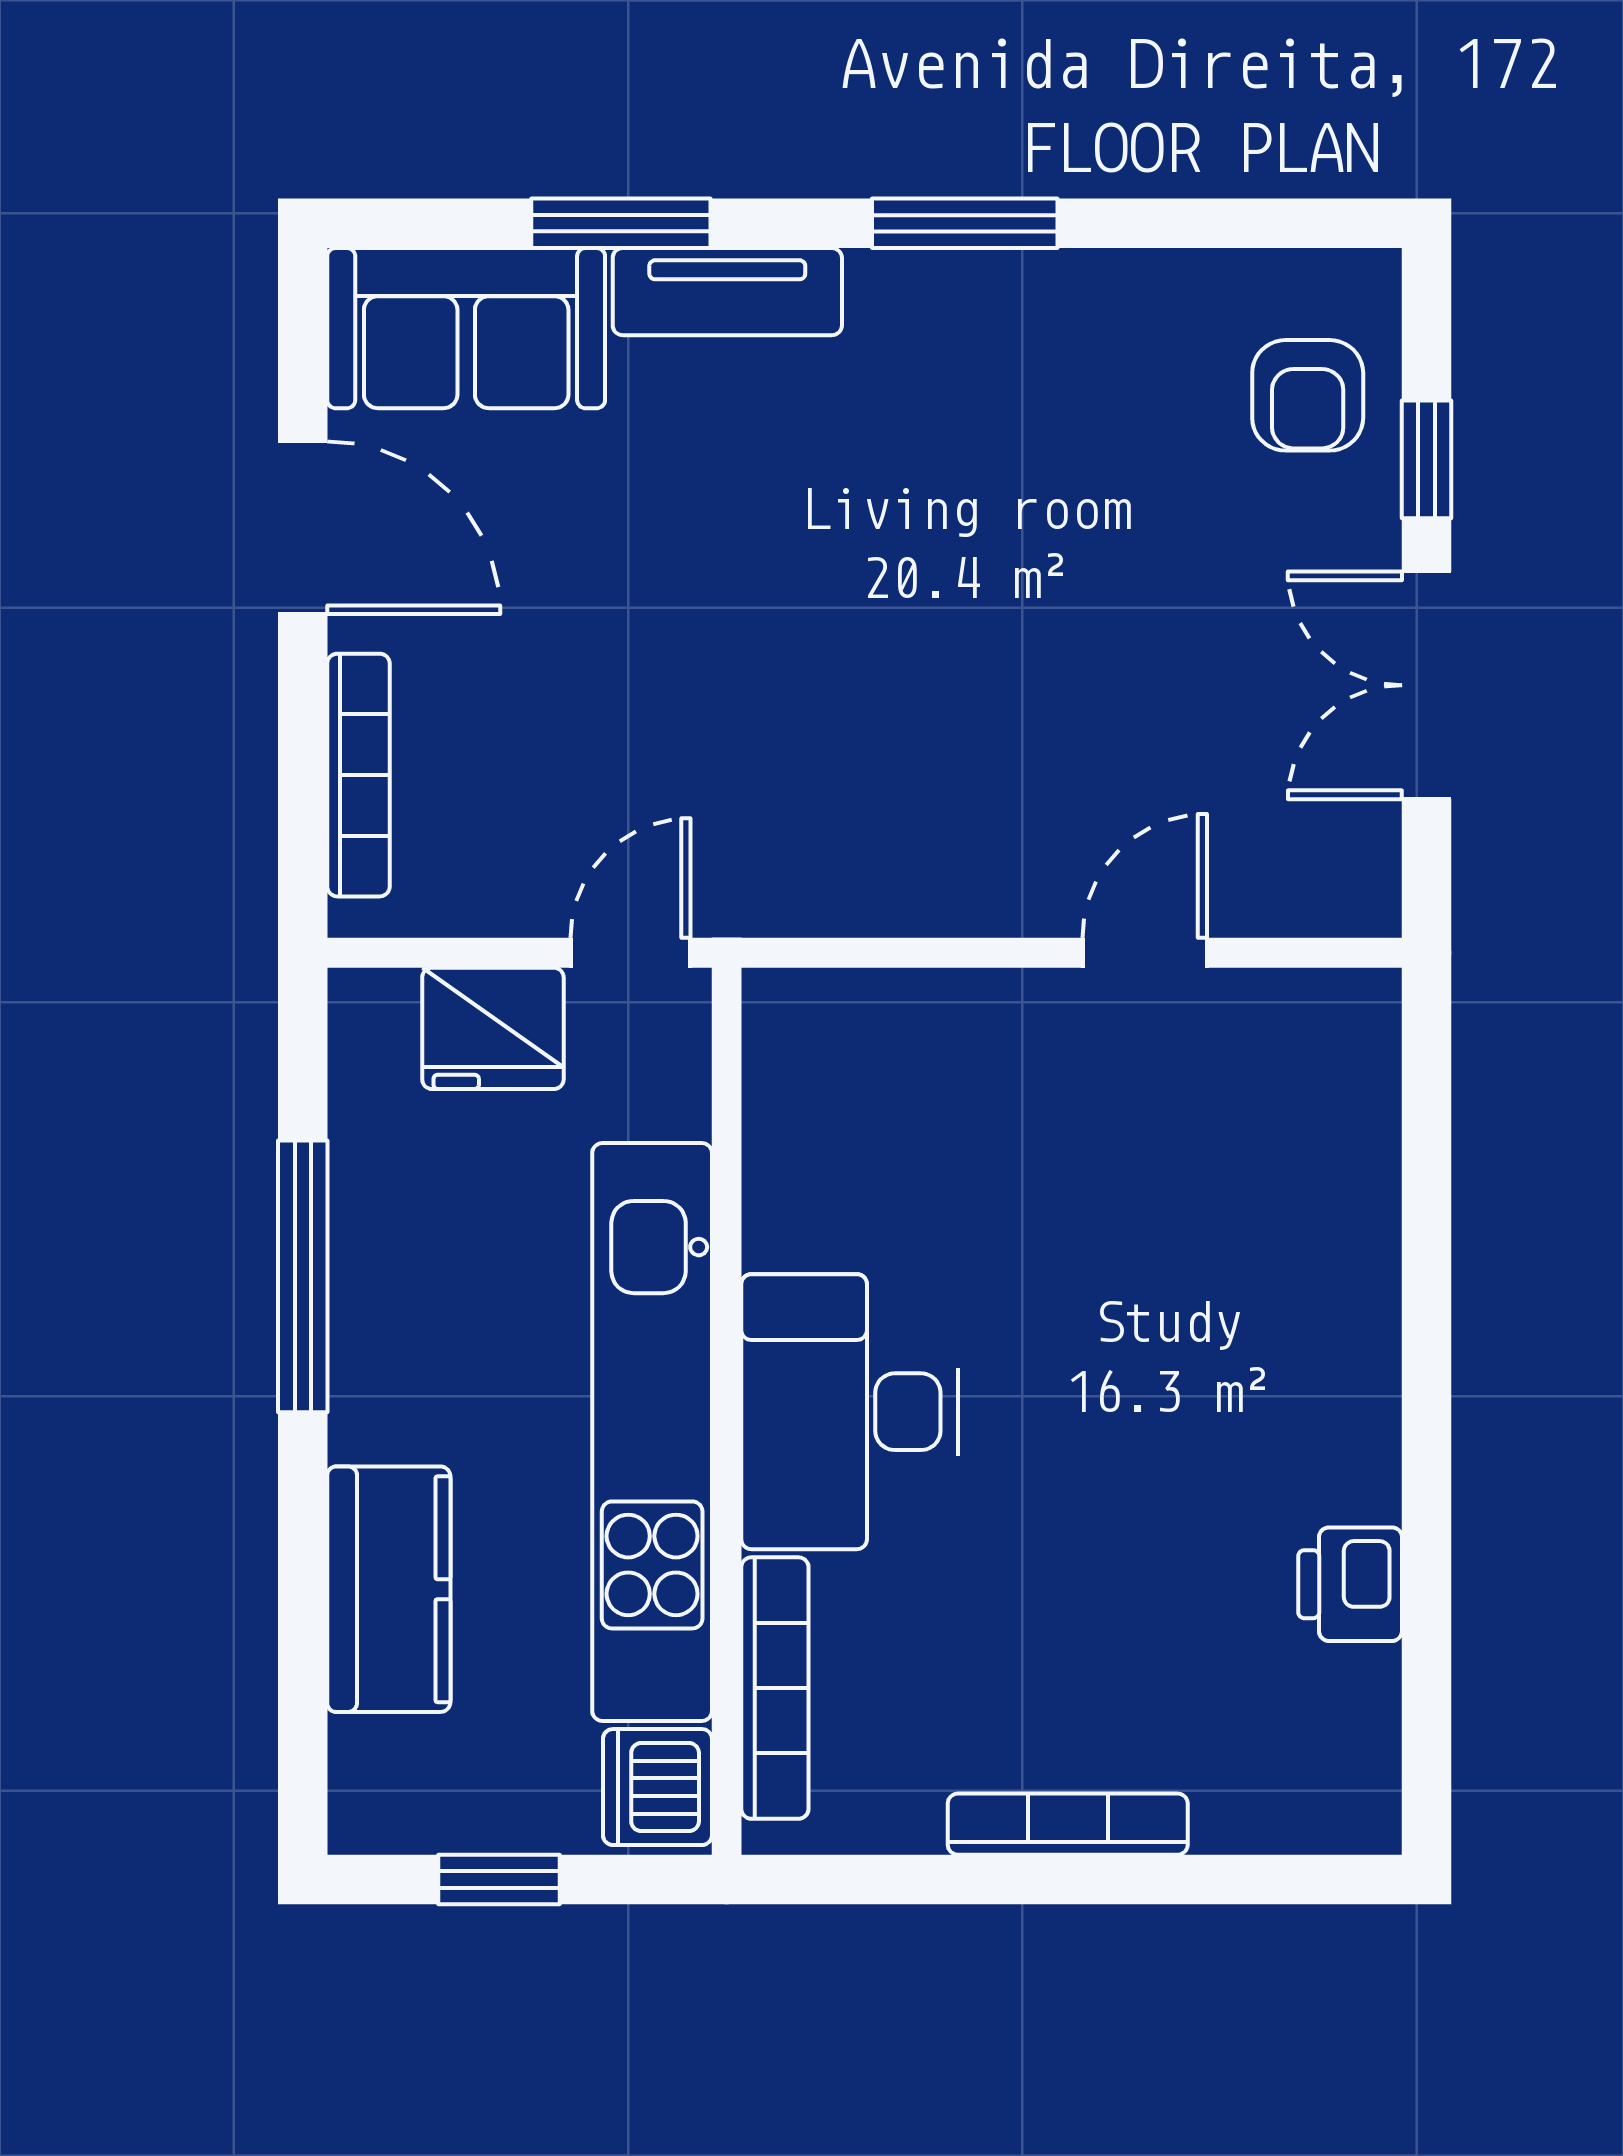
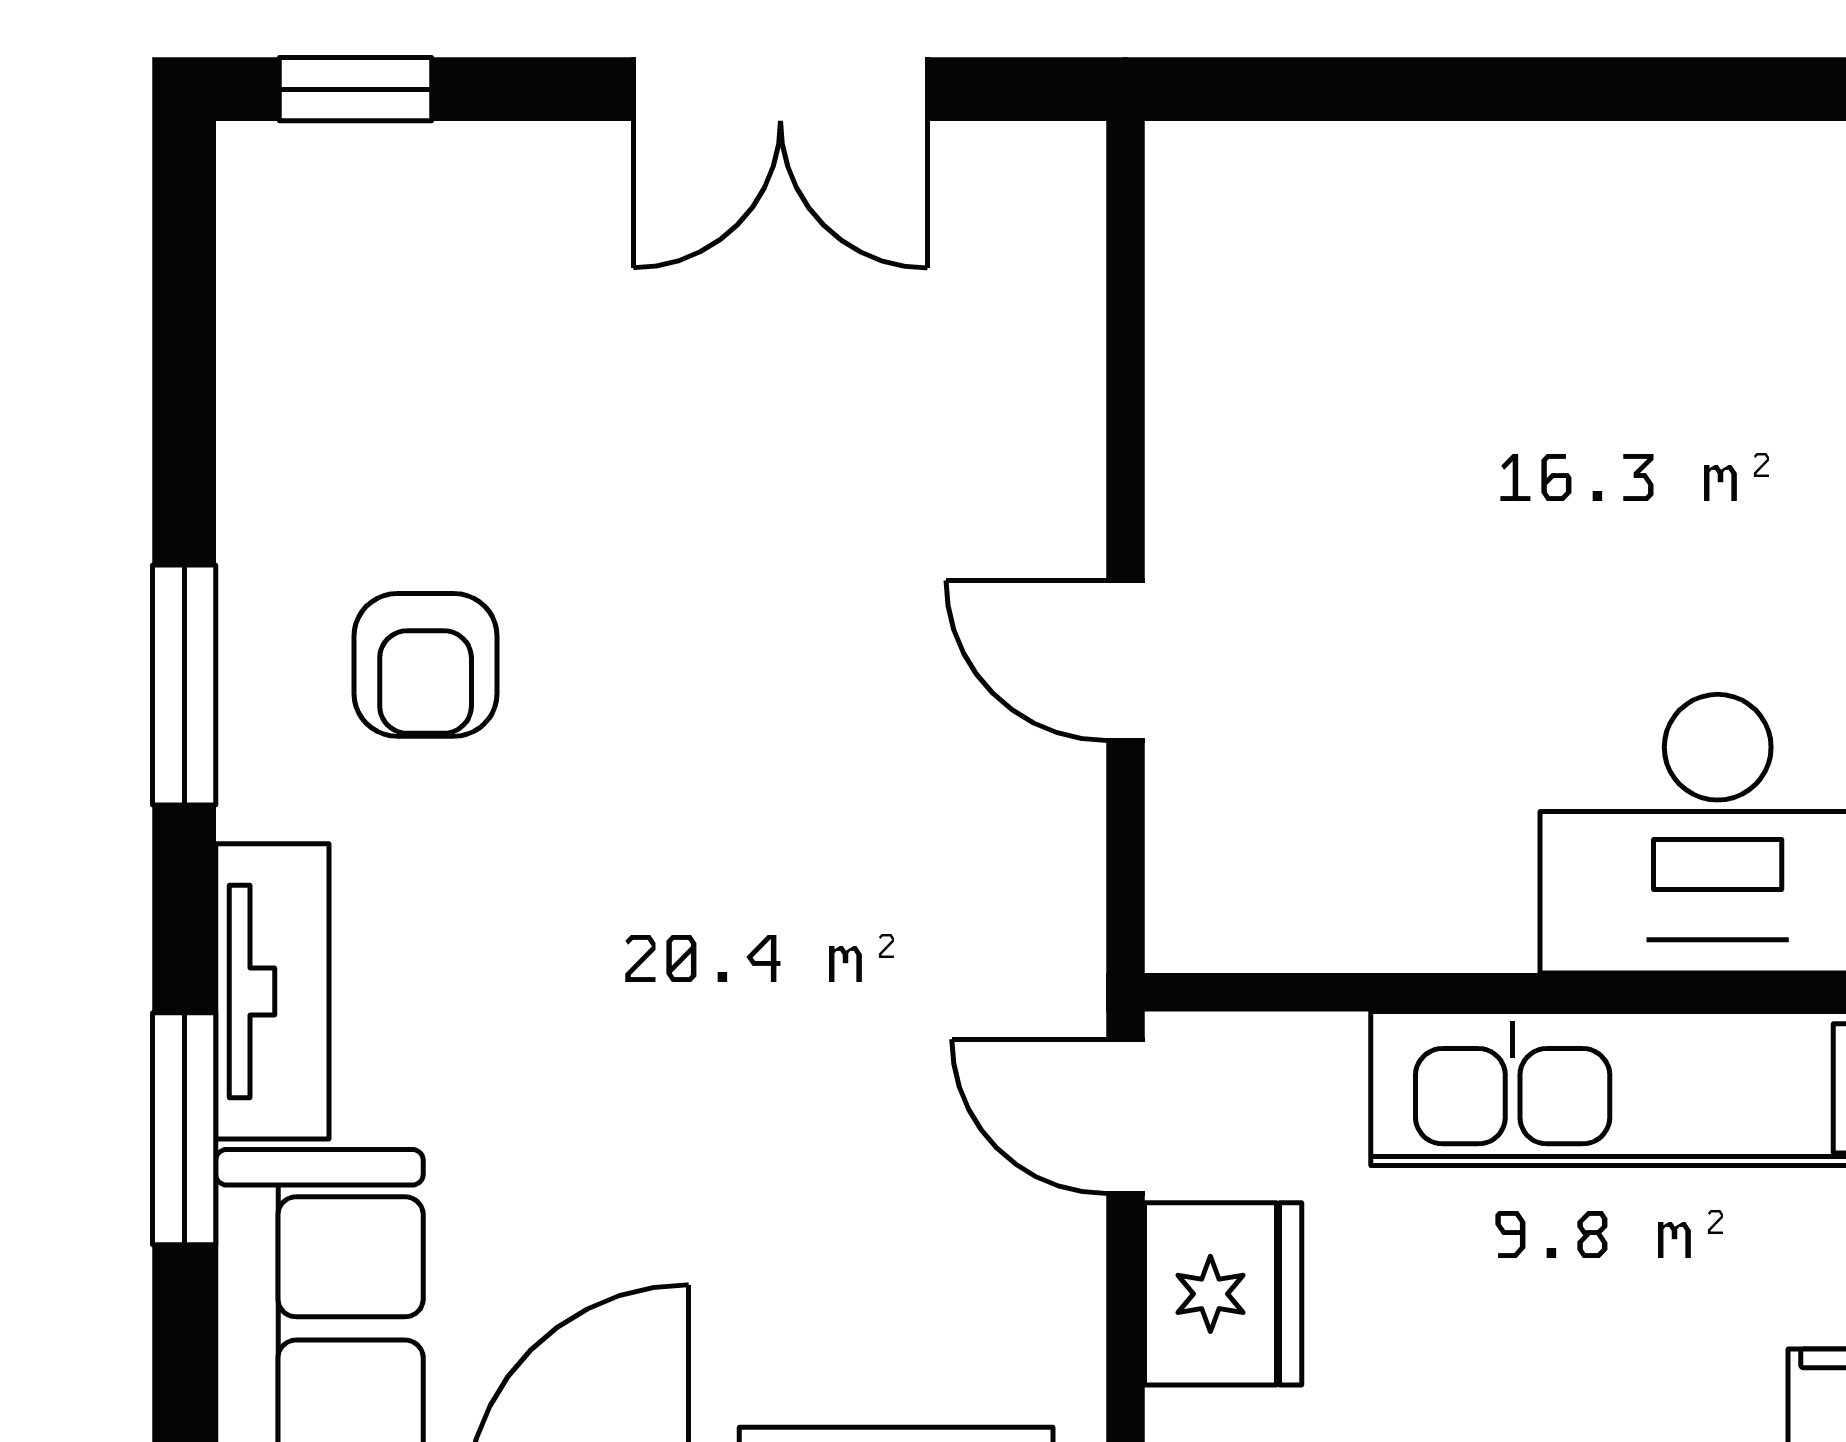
armchair: (1308, 395) -> (426, 665), moved, turned 90
window: (1427, 459) -> (355, 89), moved
door: (1145, 953) -> (1125, 660), moved

